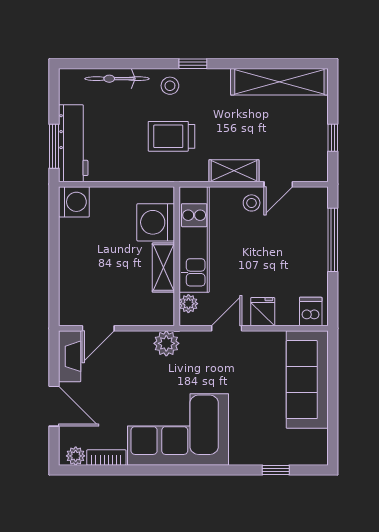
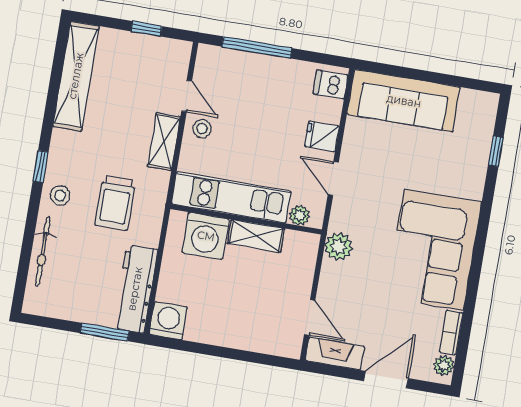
workbench: (73, 143) -> (135, 289), moved, turned -90

